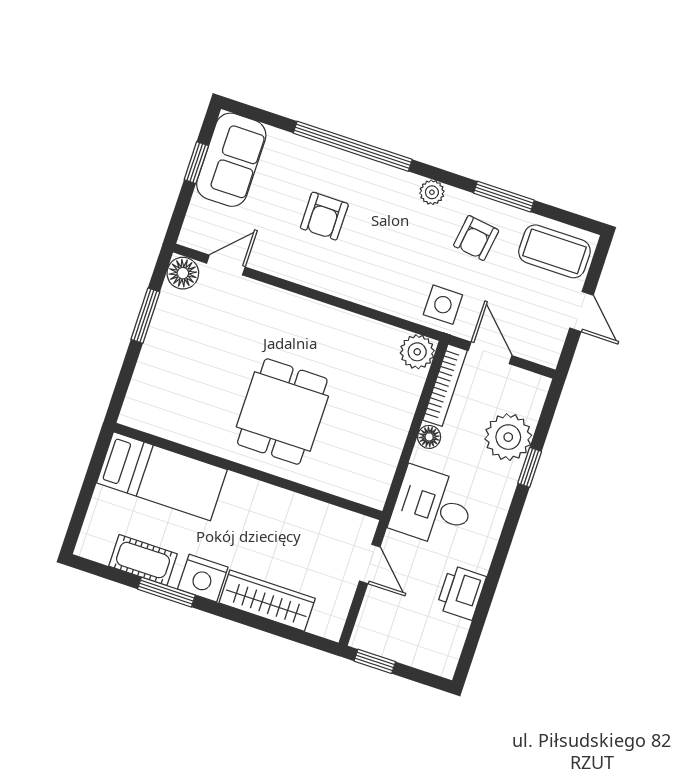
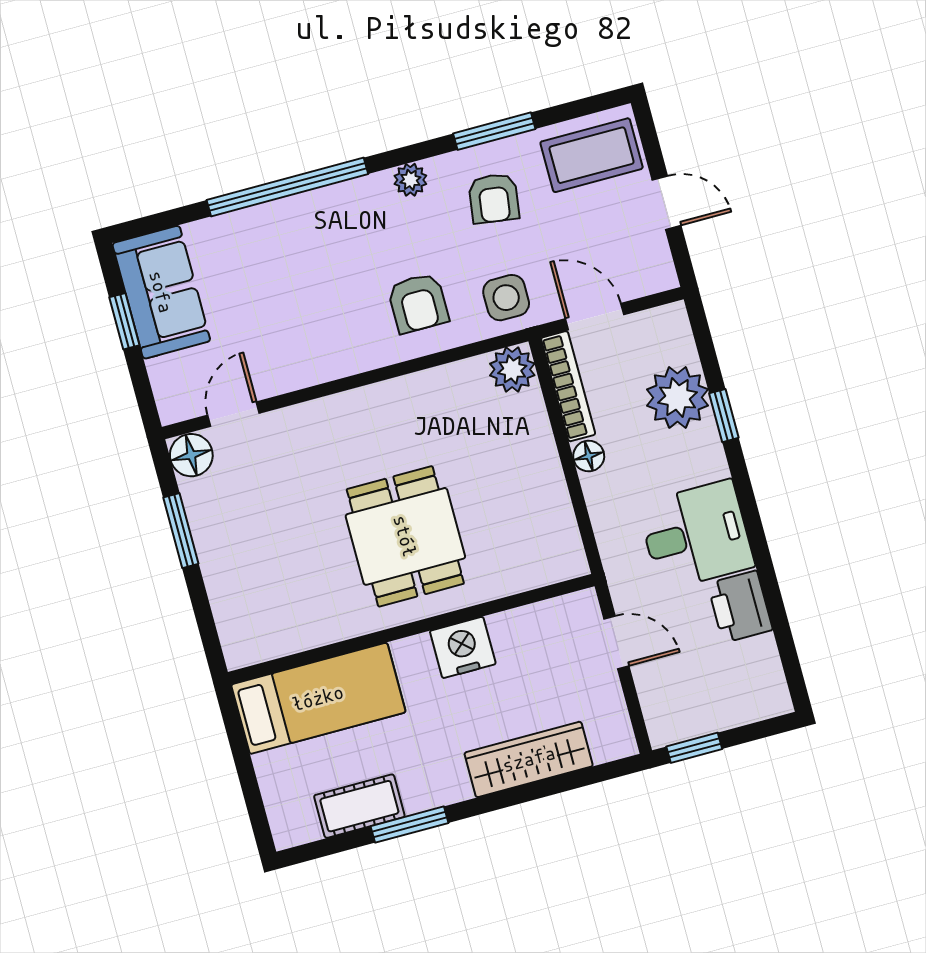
armchair: (324, 216) -> (418, 303), moved
desk: (433, 507) -> (696, 535), moved, turned 180
nightstand: (203, 578) -> (463, 647), moved, turned 180

